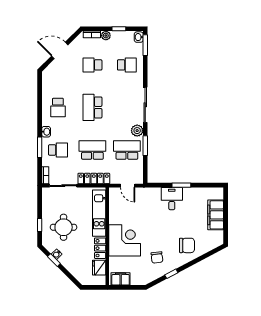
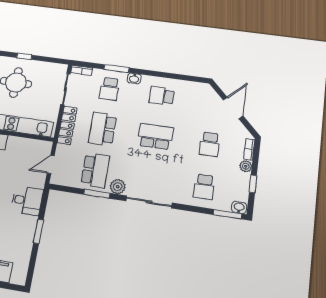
school desk: (92, 65) -> (210, 144), turned 180
school desk: (92, 150) -> (103, 129), turned 180
desk: (172, 199) -> (27, 201), moved

